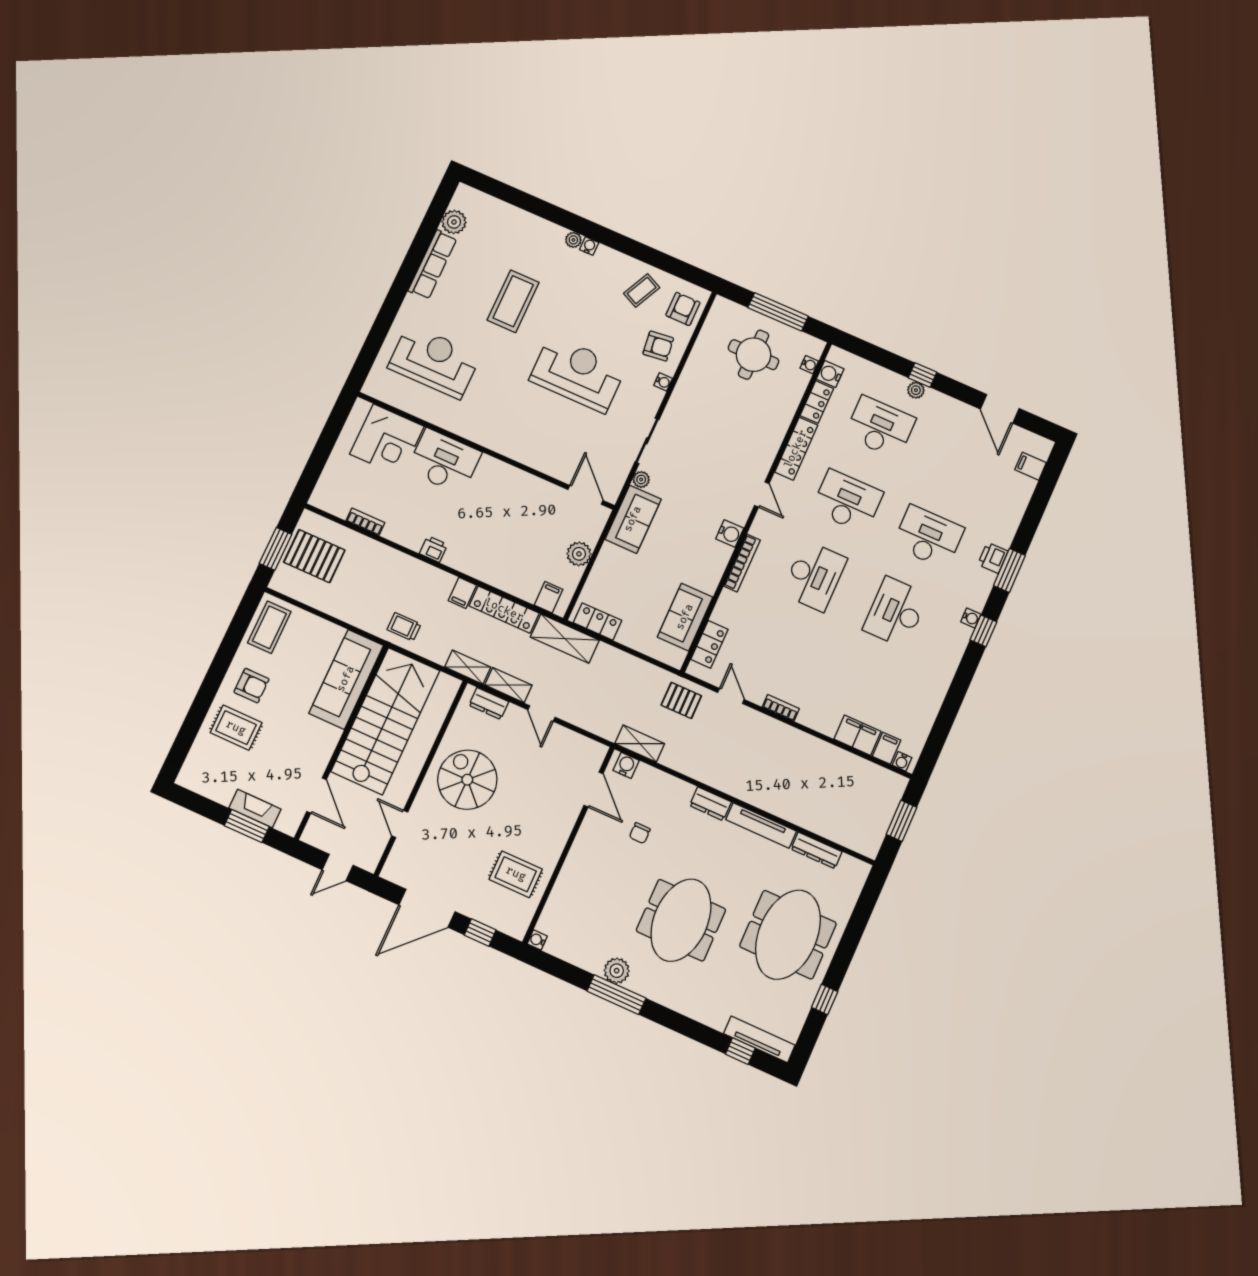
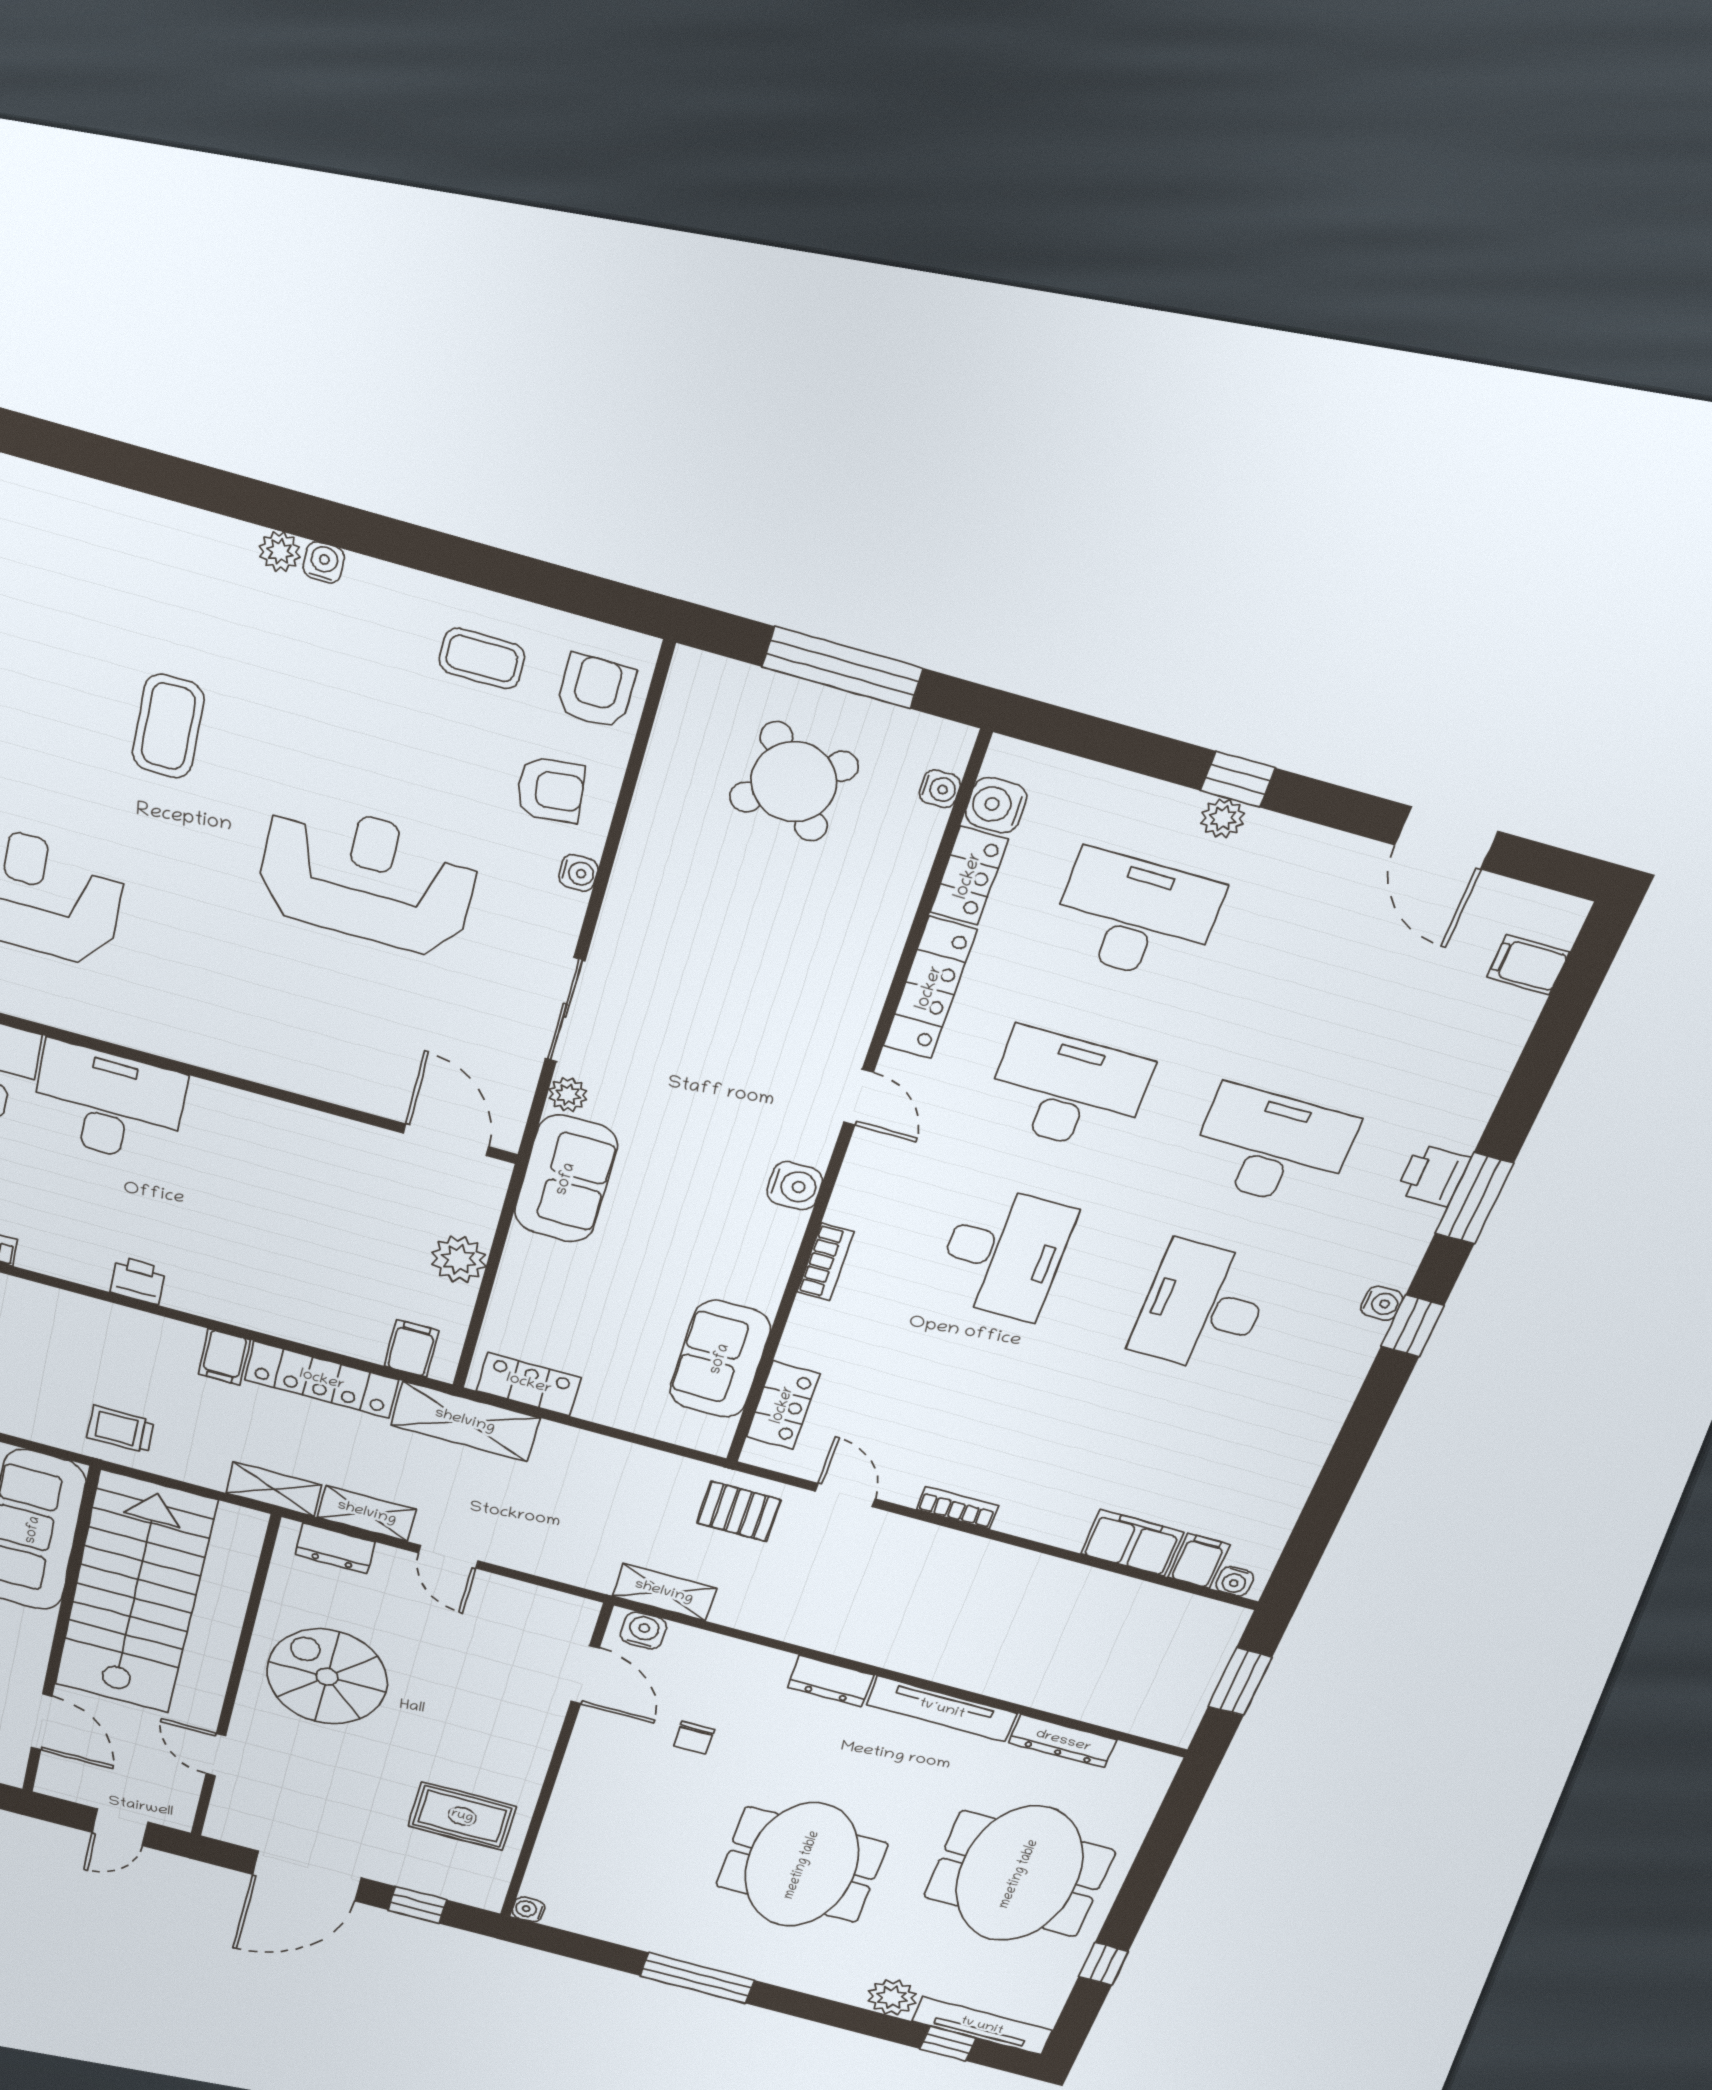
coffee table: (642, 290) -> (482, 659), turned 64
coffee table: (513, 301) -> (168, 726), width x0.73, depth x0.76
round table: (754, 355) -> (794, 782), turned -36
bookcase: (742, 563) -> (825, 1262), width x0.64
plant: (617, 971) -> (892, 1997), moved

